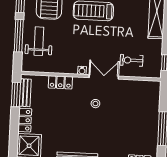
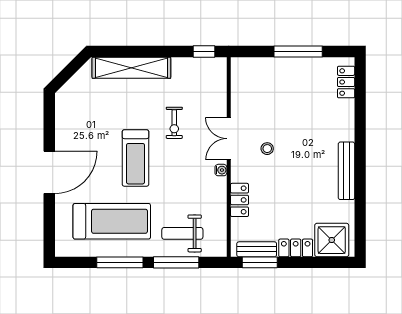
exercise bike: (132, 60) -> (174, 123), moved

